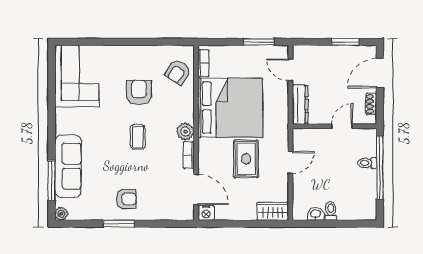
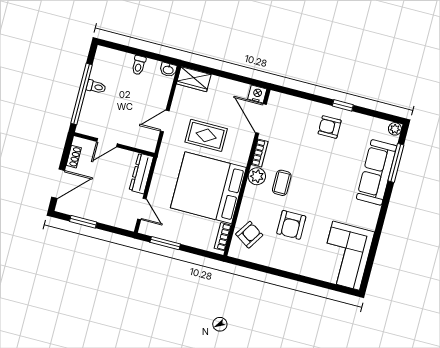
coffee table: (138, 137) -> (282, 183), moved
rug: (246, 159) -> (206, 135), turned 90
toilet: (367, 163) -> (96, 87), moved
washbasin: (316, 214) -> (168, 70), moved
window: (119, 224) -> (343, 105), width x0.67

